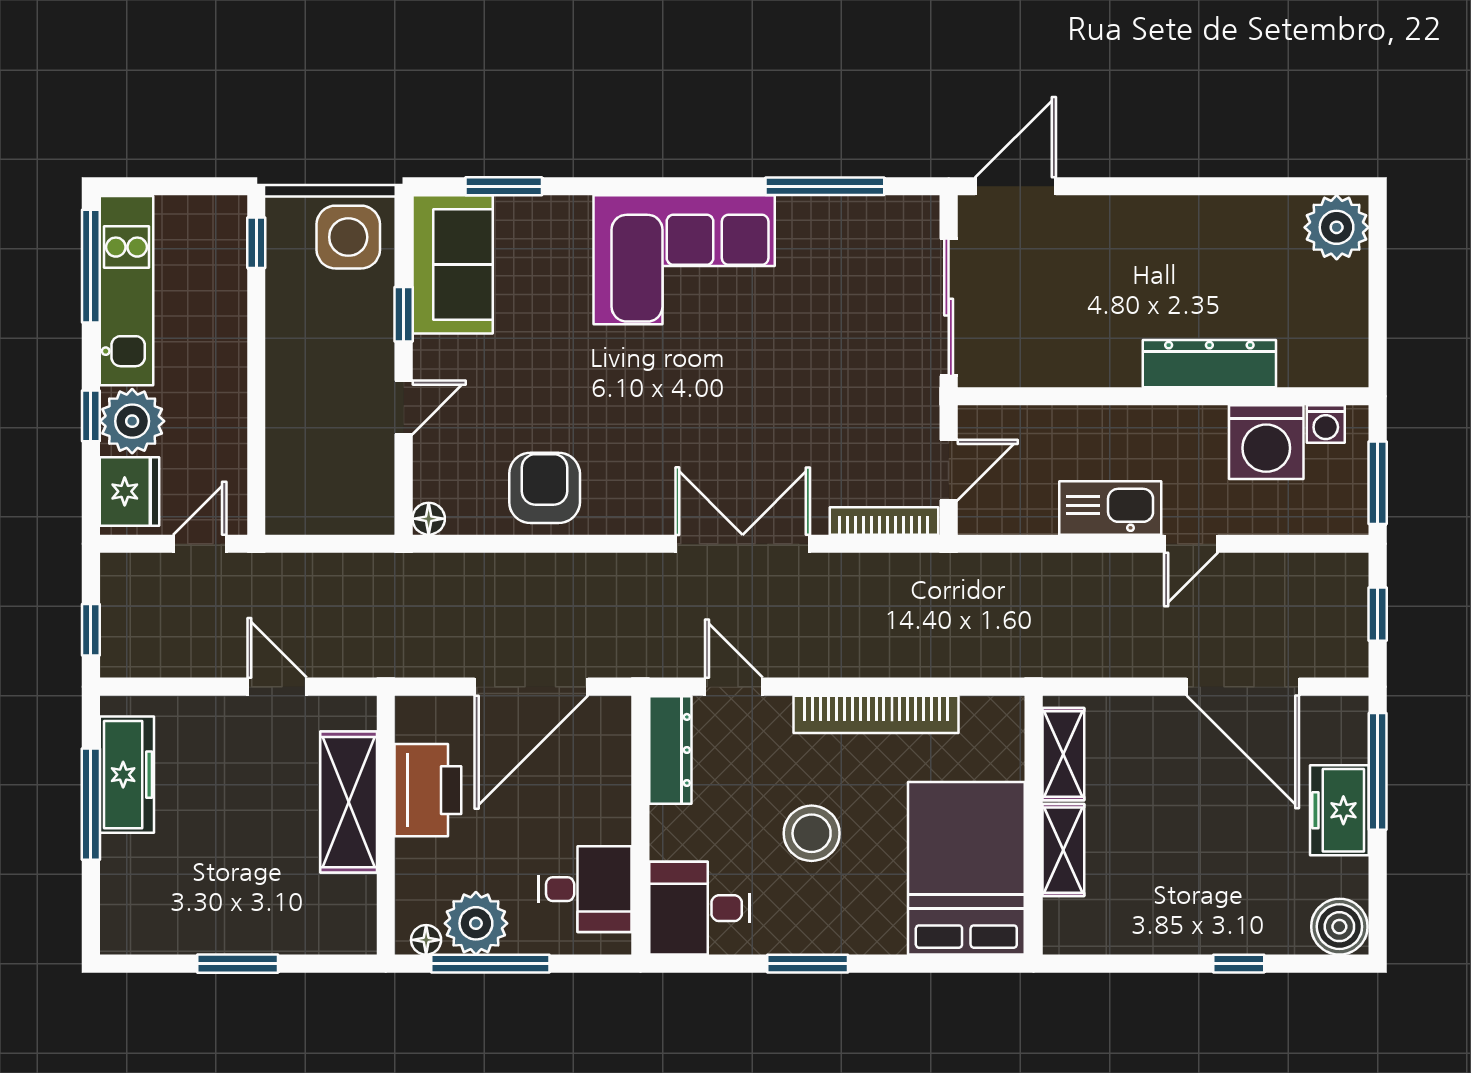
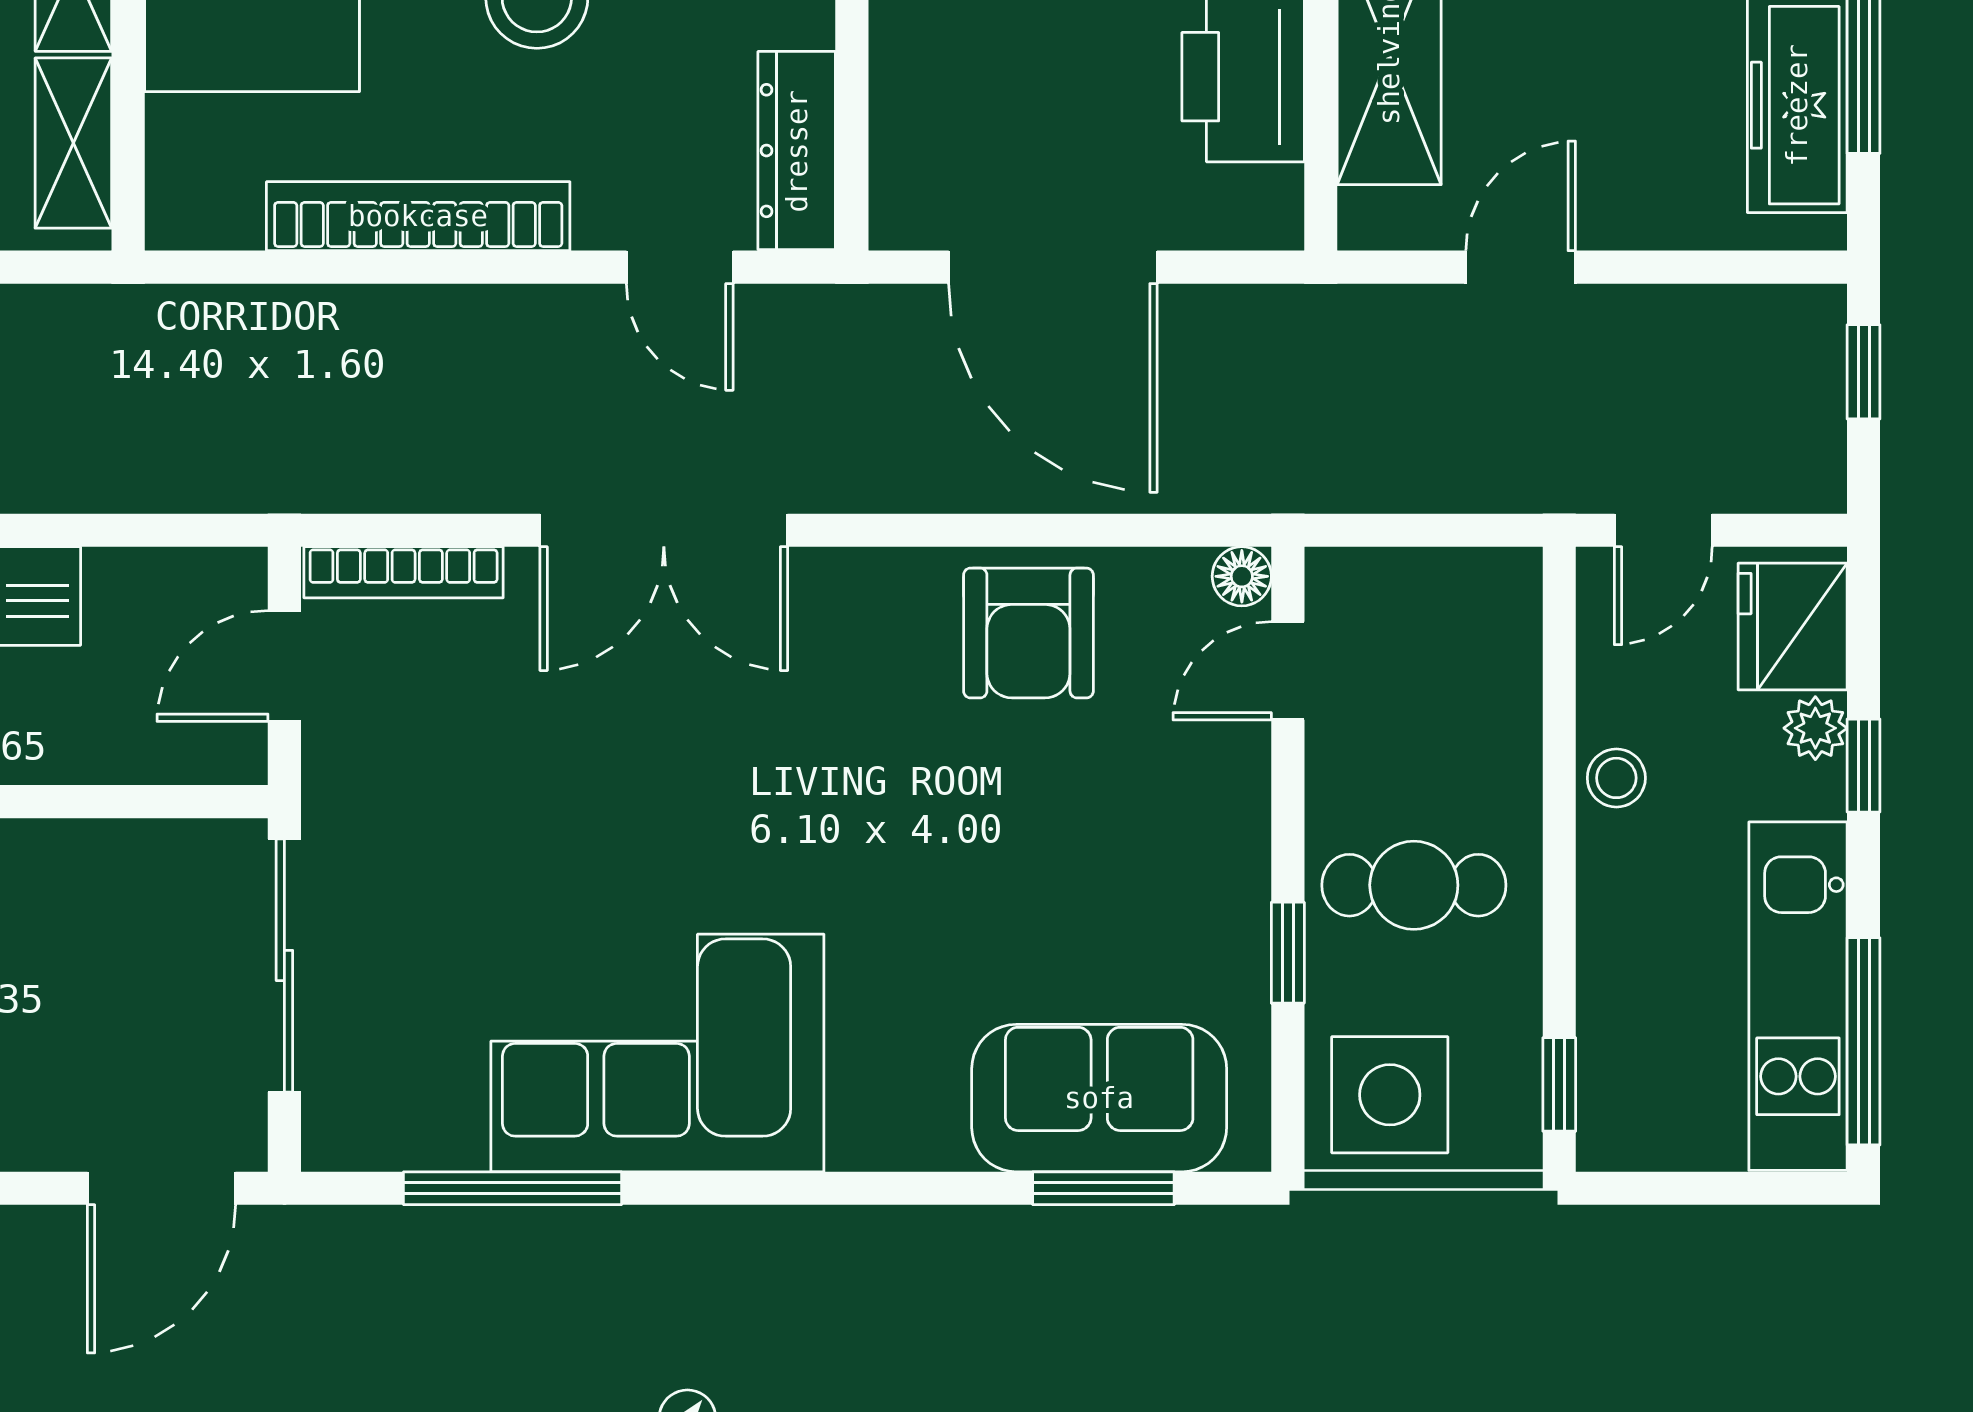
corner sofa: (684, 260) -> (657, 1053), moved
sofa: (453, 264) -> (1099, 1098), moved, turned 90
cafe table: (335, 351) -> (1414, 885), added
door: (404, 407) -> (1288, 671), moved
stool: (225, 409) -> (1616, 778), added
plant: (132, 421) -> (1815, 728), width x0.53, depth x0.53
door: (277, 687) -> (1521, 267), swing flipped
door: (531, 687) -> (1053, 267), swing flipped

